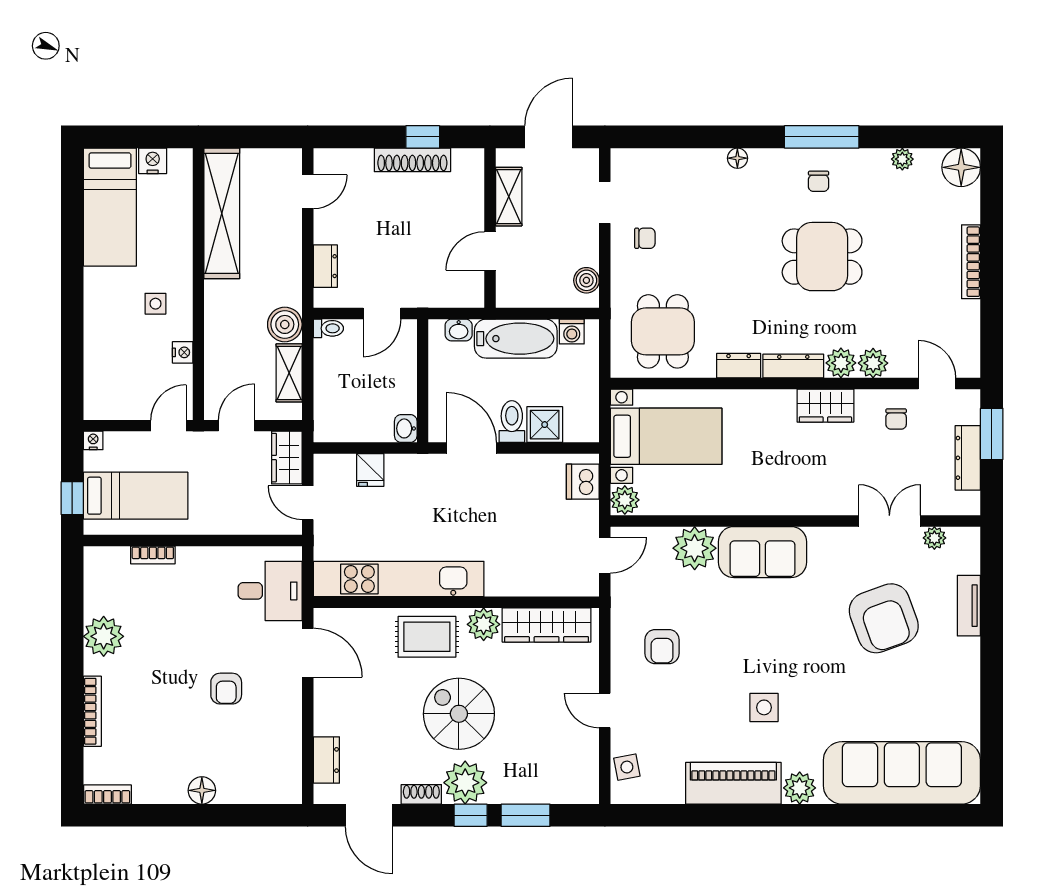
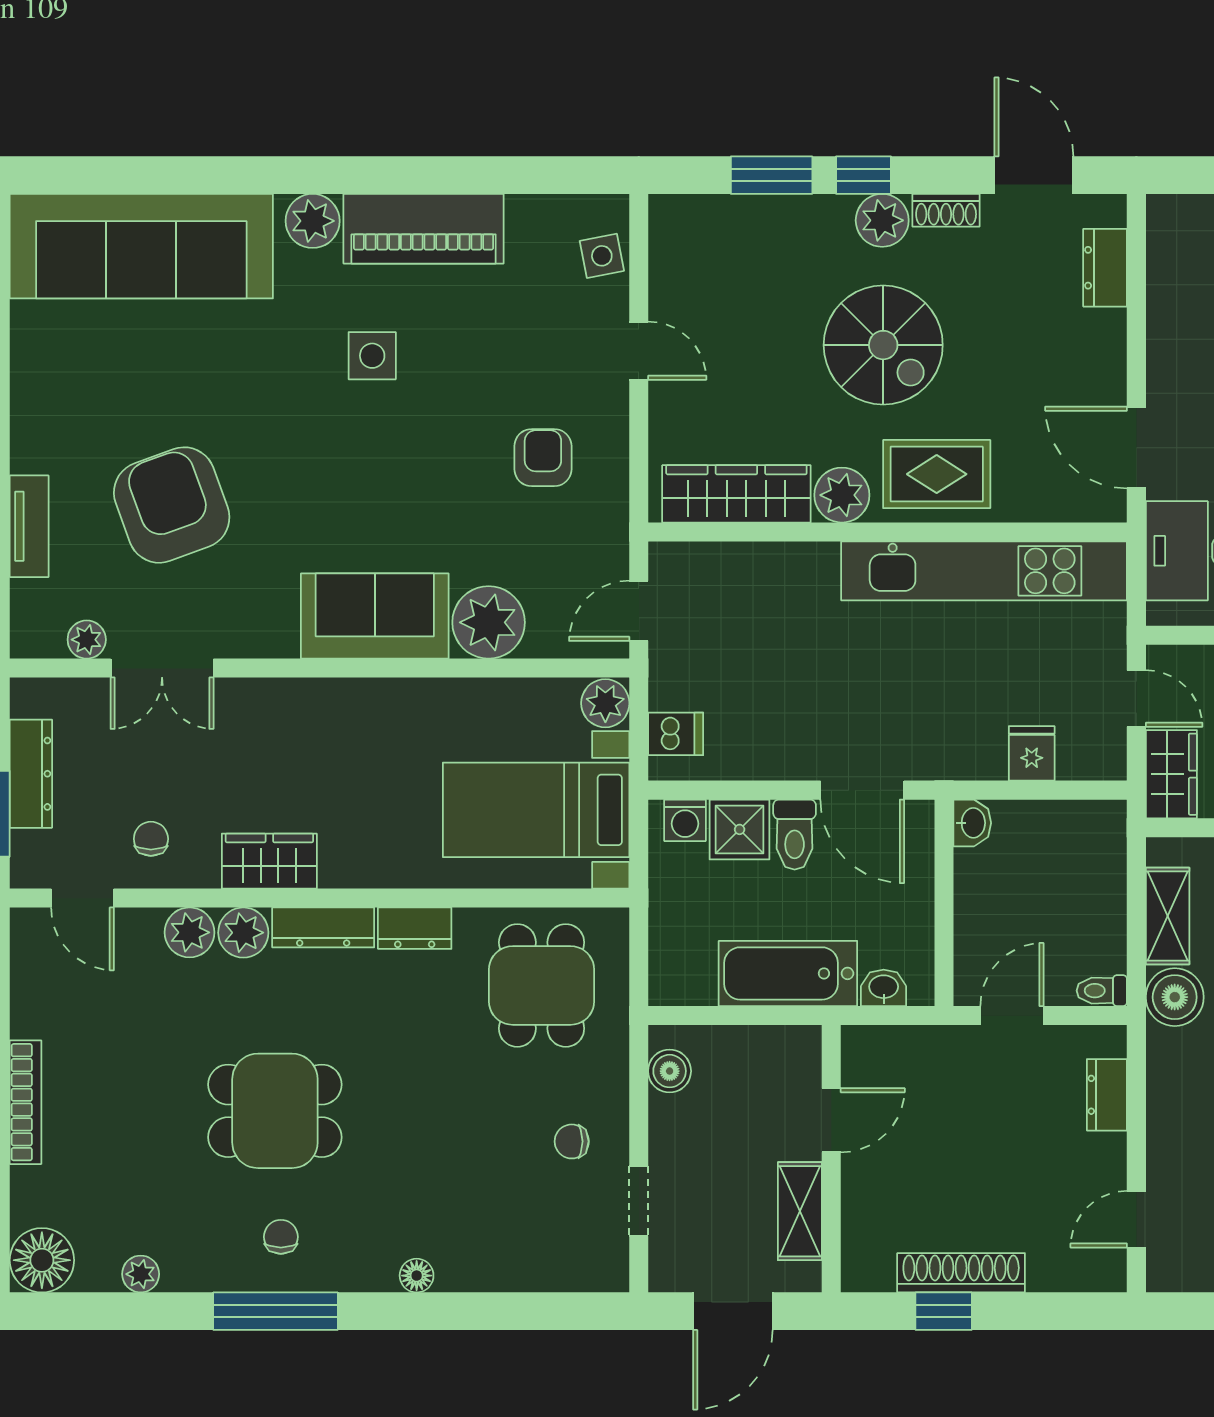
washing machine: (572, 332) -> (685, 820), moved, turned 180
dishwasher: (583, 482) -> (676, 734), width x0.73
plant: (465, 783) -> (882, 220), width x0.73, depth x0.73

